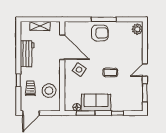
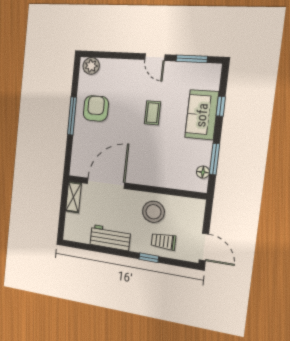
shelving: (40, 26) -> (73, 197), moved
armchair: (100, 33) -> (96, 108), moved
side table: (79, 70) -> (143, 161), removed
stool: (49, 91) -> (153, 212), moved
sofa: (96, 103) -> (202, 115), moved

